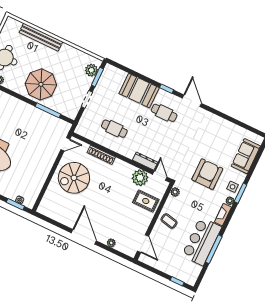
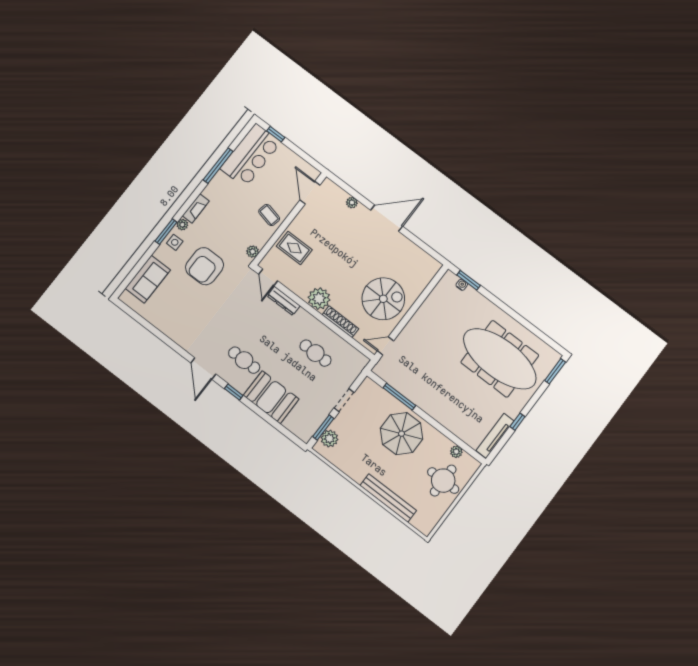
plant: (140, 178) -> (319, 299), moved
door: (84, 237) -> (387, 218), swing flipped
bar counter: (202, 241) -> (251, 155), moved

